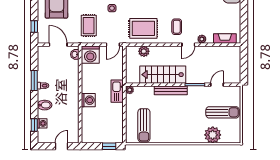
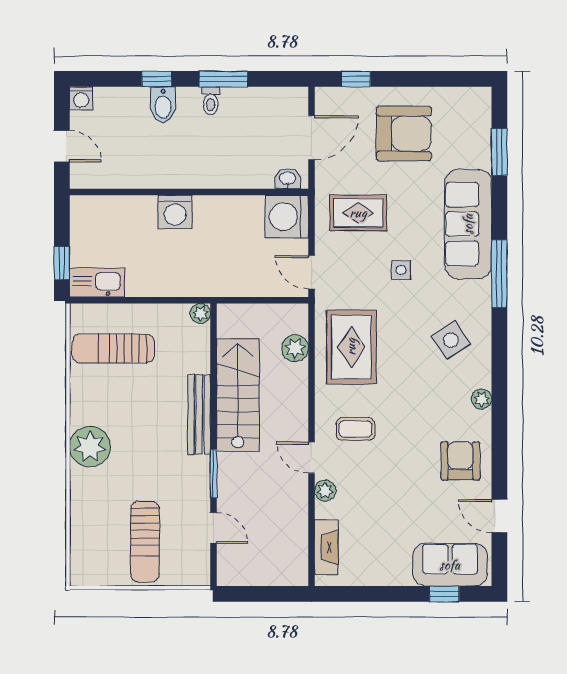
kitchen sink: (117, 91) -> (97, 283), moved
washing machine: (42, 123) -> (81, 98), moved
window: (34, 125) -> (157, 79), moved
plant: (213, 135) -> (90, 447), moved

